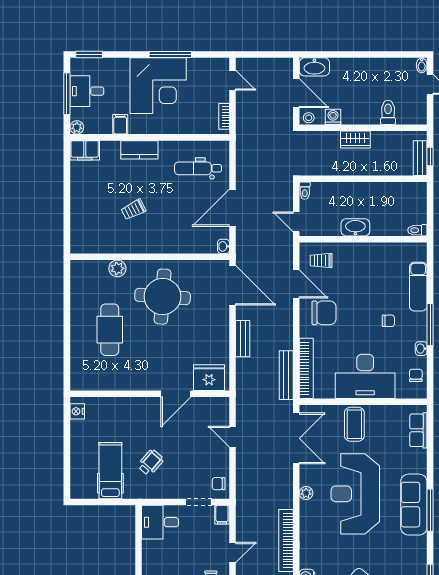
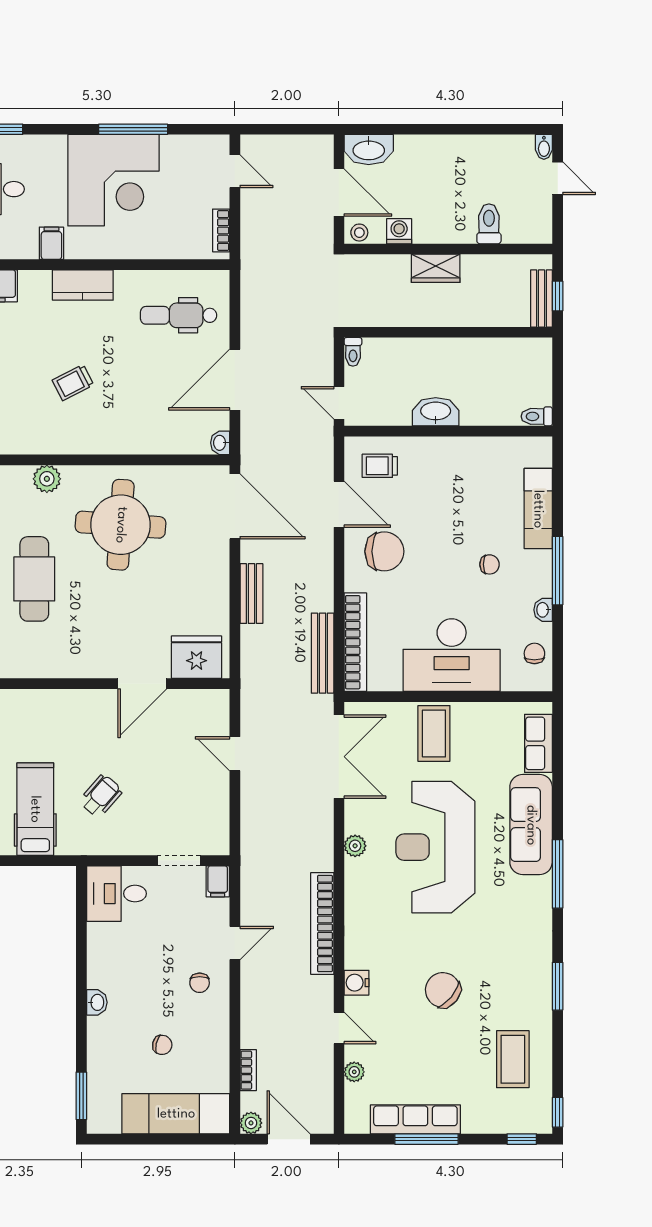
chair: (219, 484) -> (212, 831), removed
sofa: (414, 505) -> (531, 825), moved

